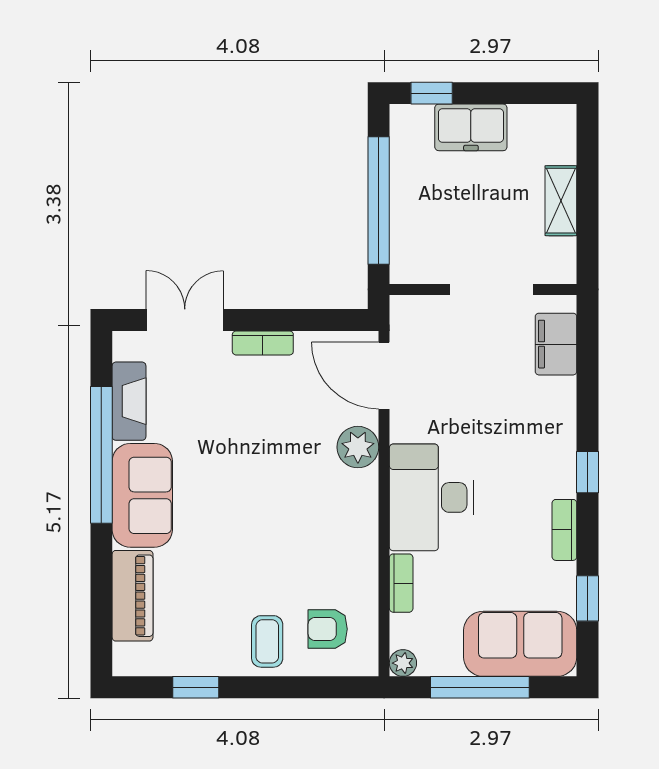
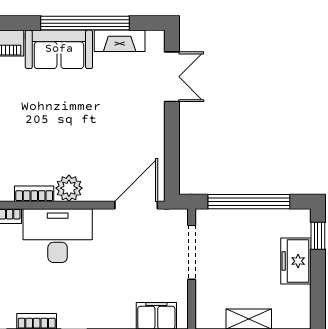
doorway: (491, 289) -> (192, 252), moved
bookcase: (263, 343) -> (34, 194), moved, turned 90
plant: (358, 447) -> (69, 188), moved

